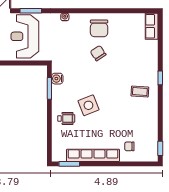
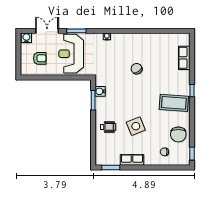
row of seats: (152, 26) -> (184, 58), moved
chair: (99, 28) -> (178, 134), moved
coffee table: (140, 91) -> (174, 103), width x1.86, depth x1.72
side table: (88, 105) -> (136, 126), moved
row of seats: (93, 155) -> (132, 160), width x0.50

